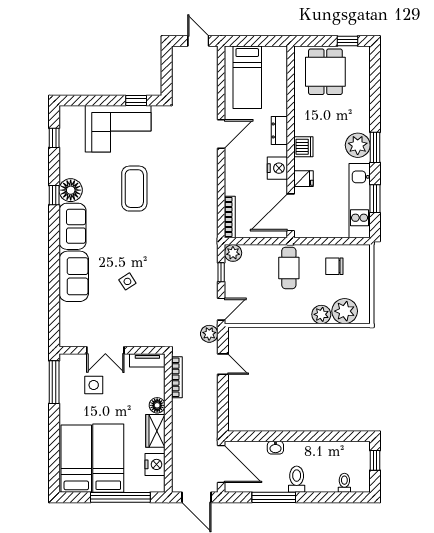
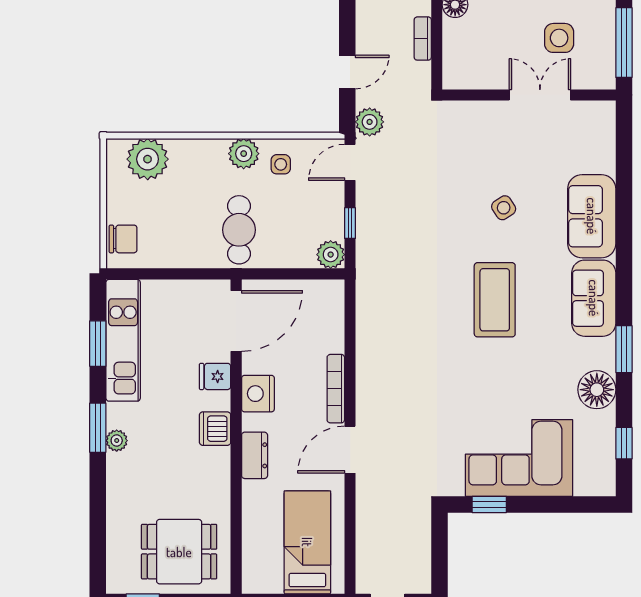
dining table: (325, 72) -> (179, 552), turned 90
plant: (358, 145) -> (117, 441), width x0.53, depth x0.53
coffee table: (134, 189) -> (495, 300), moved
floor lamp: (71, 190) -> (597, 390), moved
window: (54, 195) -> (624, 349), width x1.50
bookcase: (230, 217) -> (336, 389), moved
chair: (334, 266) -> (123, 239), moved
side table: (263, 308) -> (281, 164), added
plant: (321, 314) -> (244, 154), moved
tv unit: (147, 360) -> (471, 78), removed
door: (223, 364) -> (347, 72), swing flipped
bookcase: (177, 377) -> (423, 39), width x0.64

